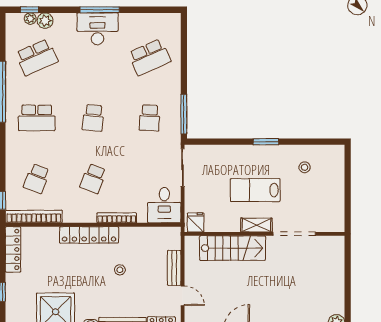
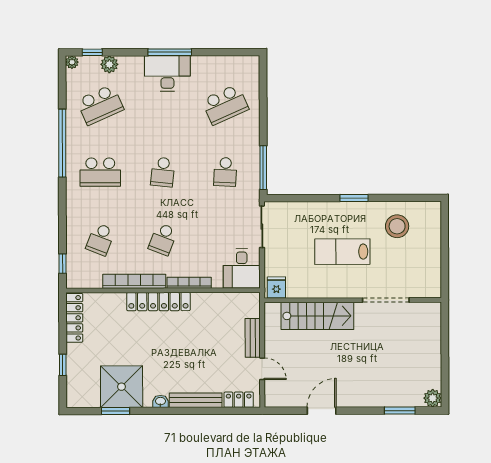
plant: (30, 19) -> (72, 62), moved
stool: (305, 167) -> (397, 226), width x1.89, depth x1.89
bookcase: (34, 217) -> (134, 281), moved
shelving: (256, 225) -> (344, 290), removed
stool: (120, 270) -> (193, 340), removed

